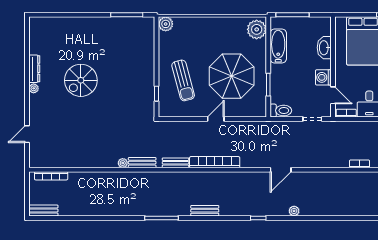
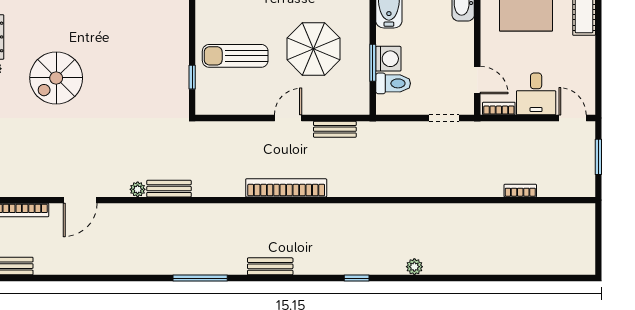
parasol: (232, 76) -> (314, 49), width x0.73, depth x0.73
washing machine: (323, 77) -> (388, 59), moved, turned 180
spiral stairs: (81, 80) -> (56, 78), moved
sun lounger: (183, 80) -> (235, 56), turned 105
toilet: (281, 110) -> (393, 83), moved
bench: (176, 163) -> (335, 129), moved
door: (281, 170) -> (80, 200), moved

